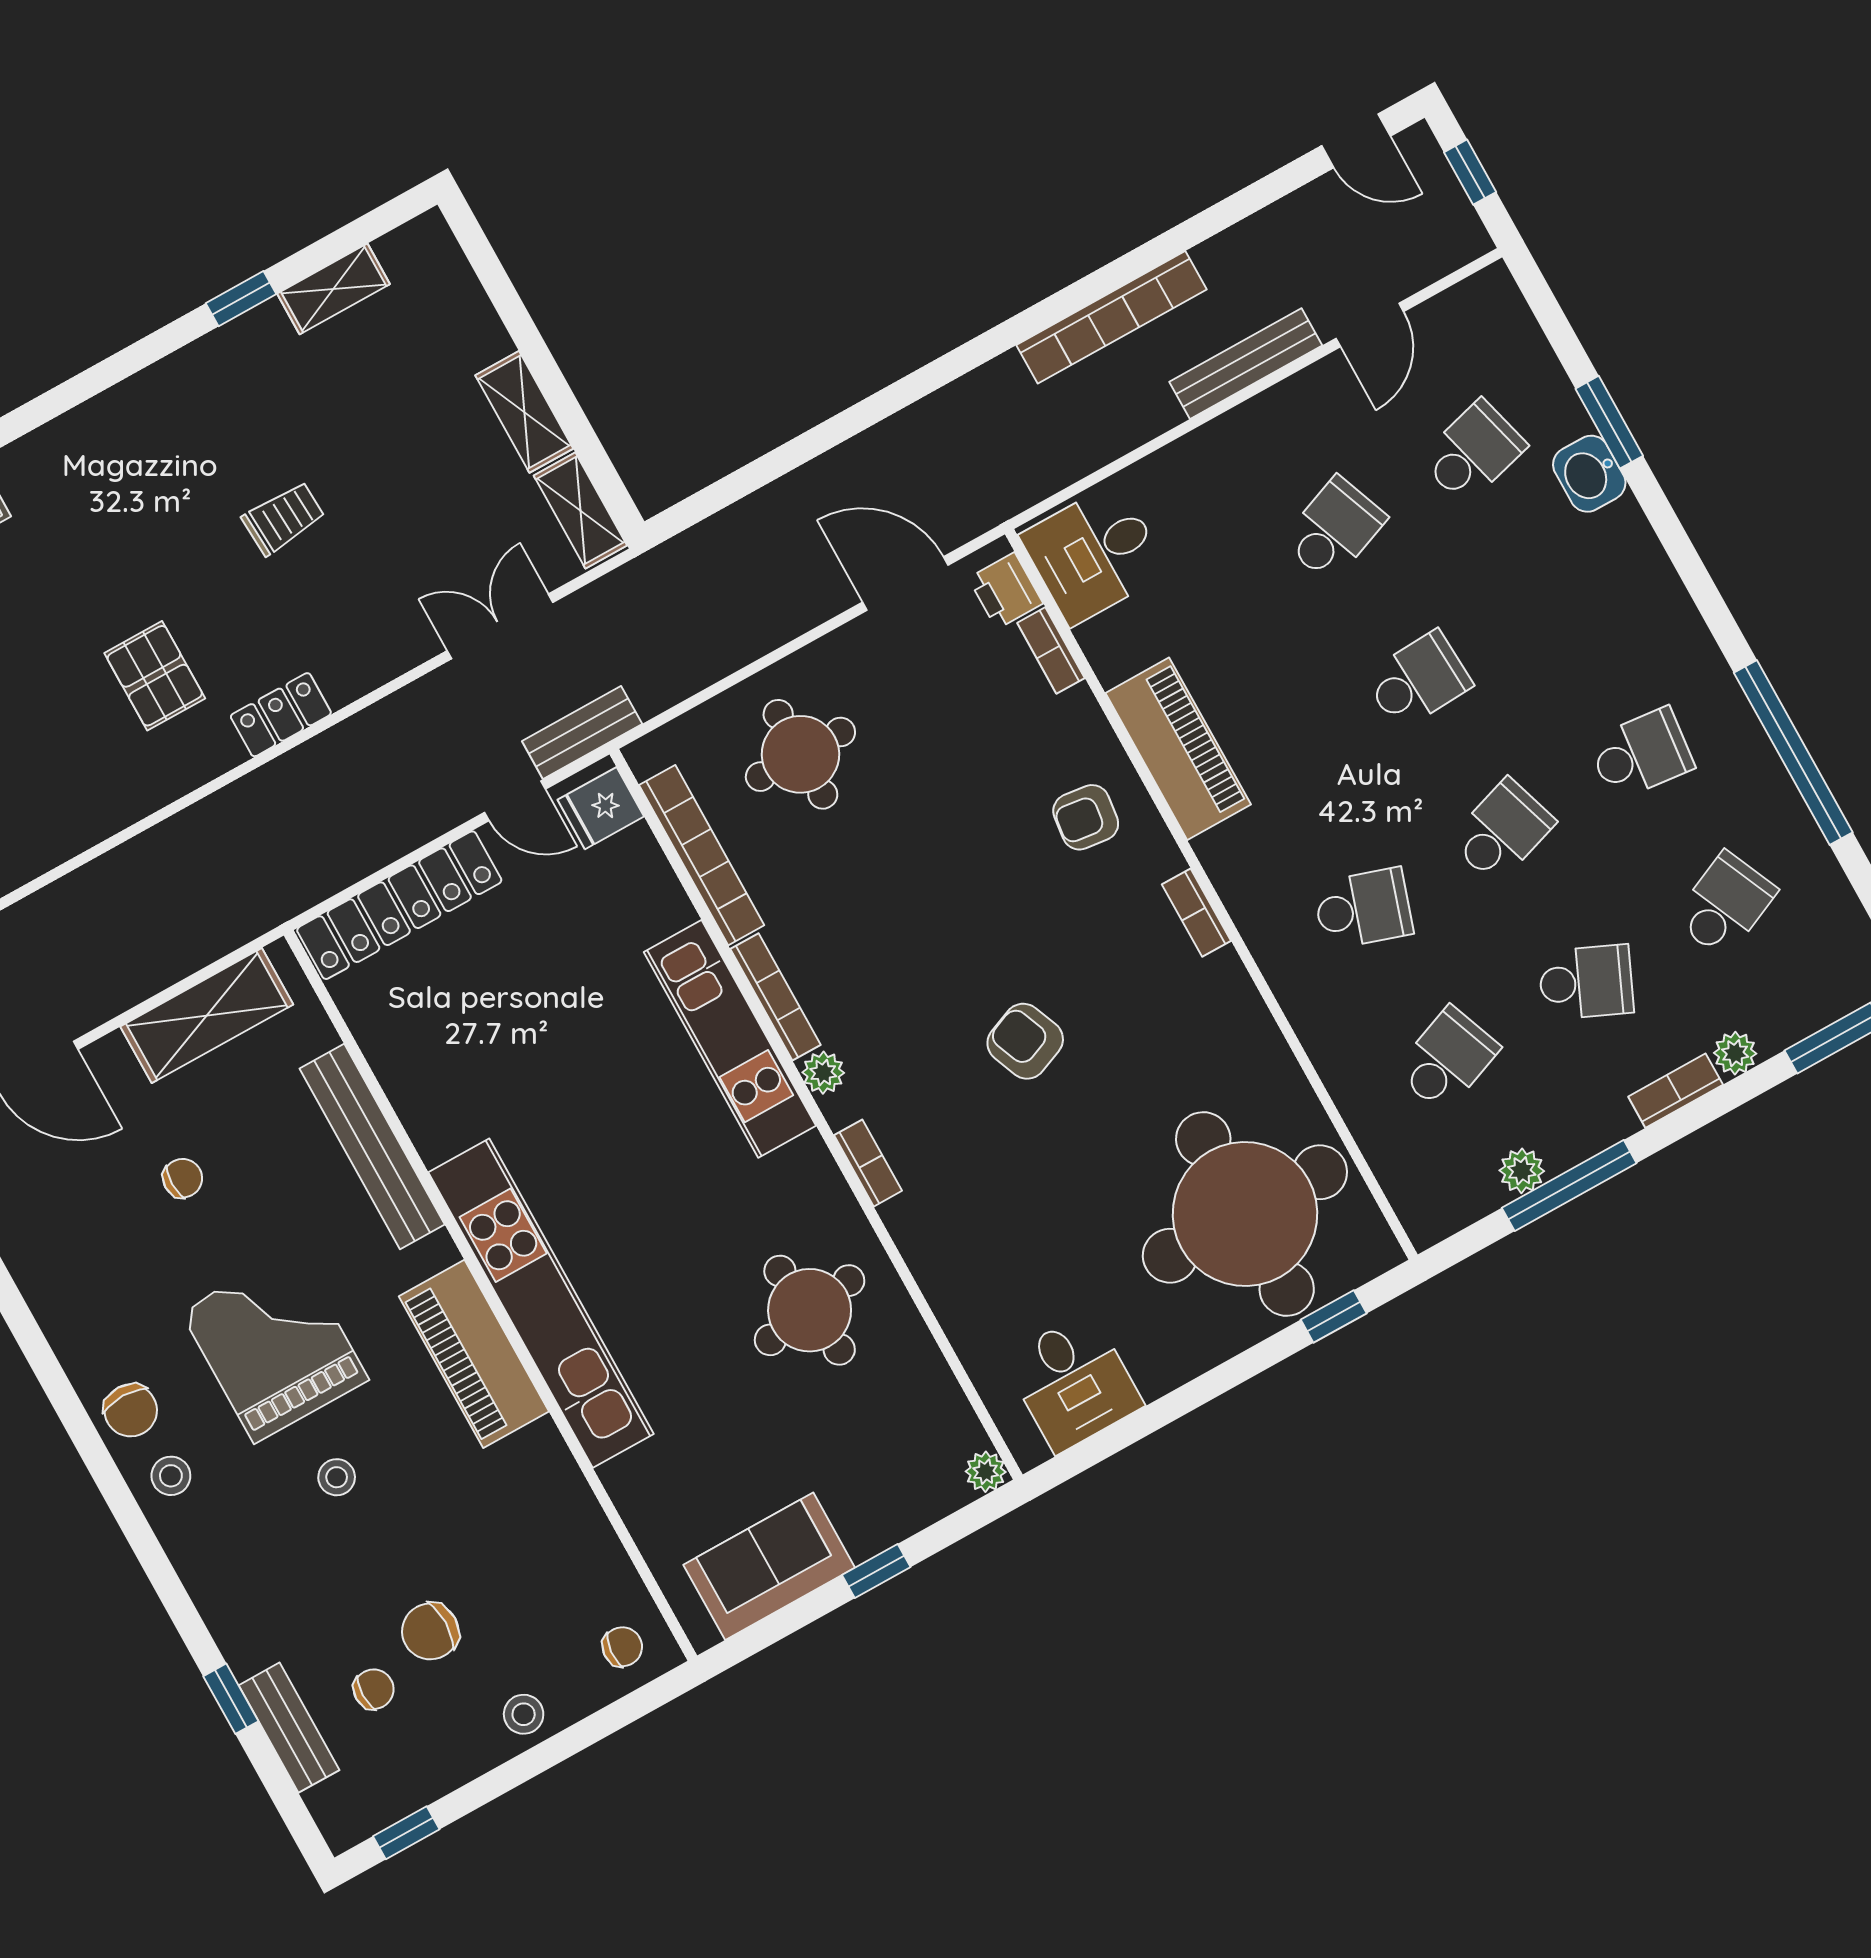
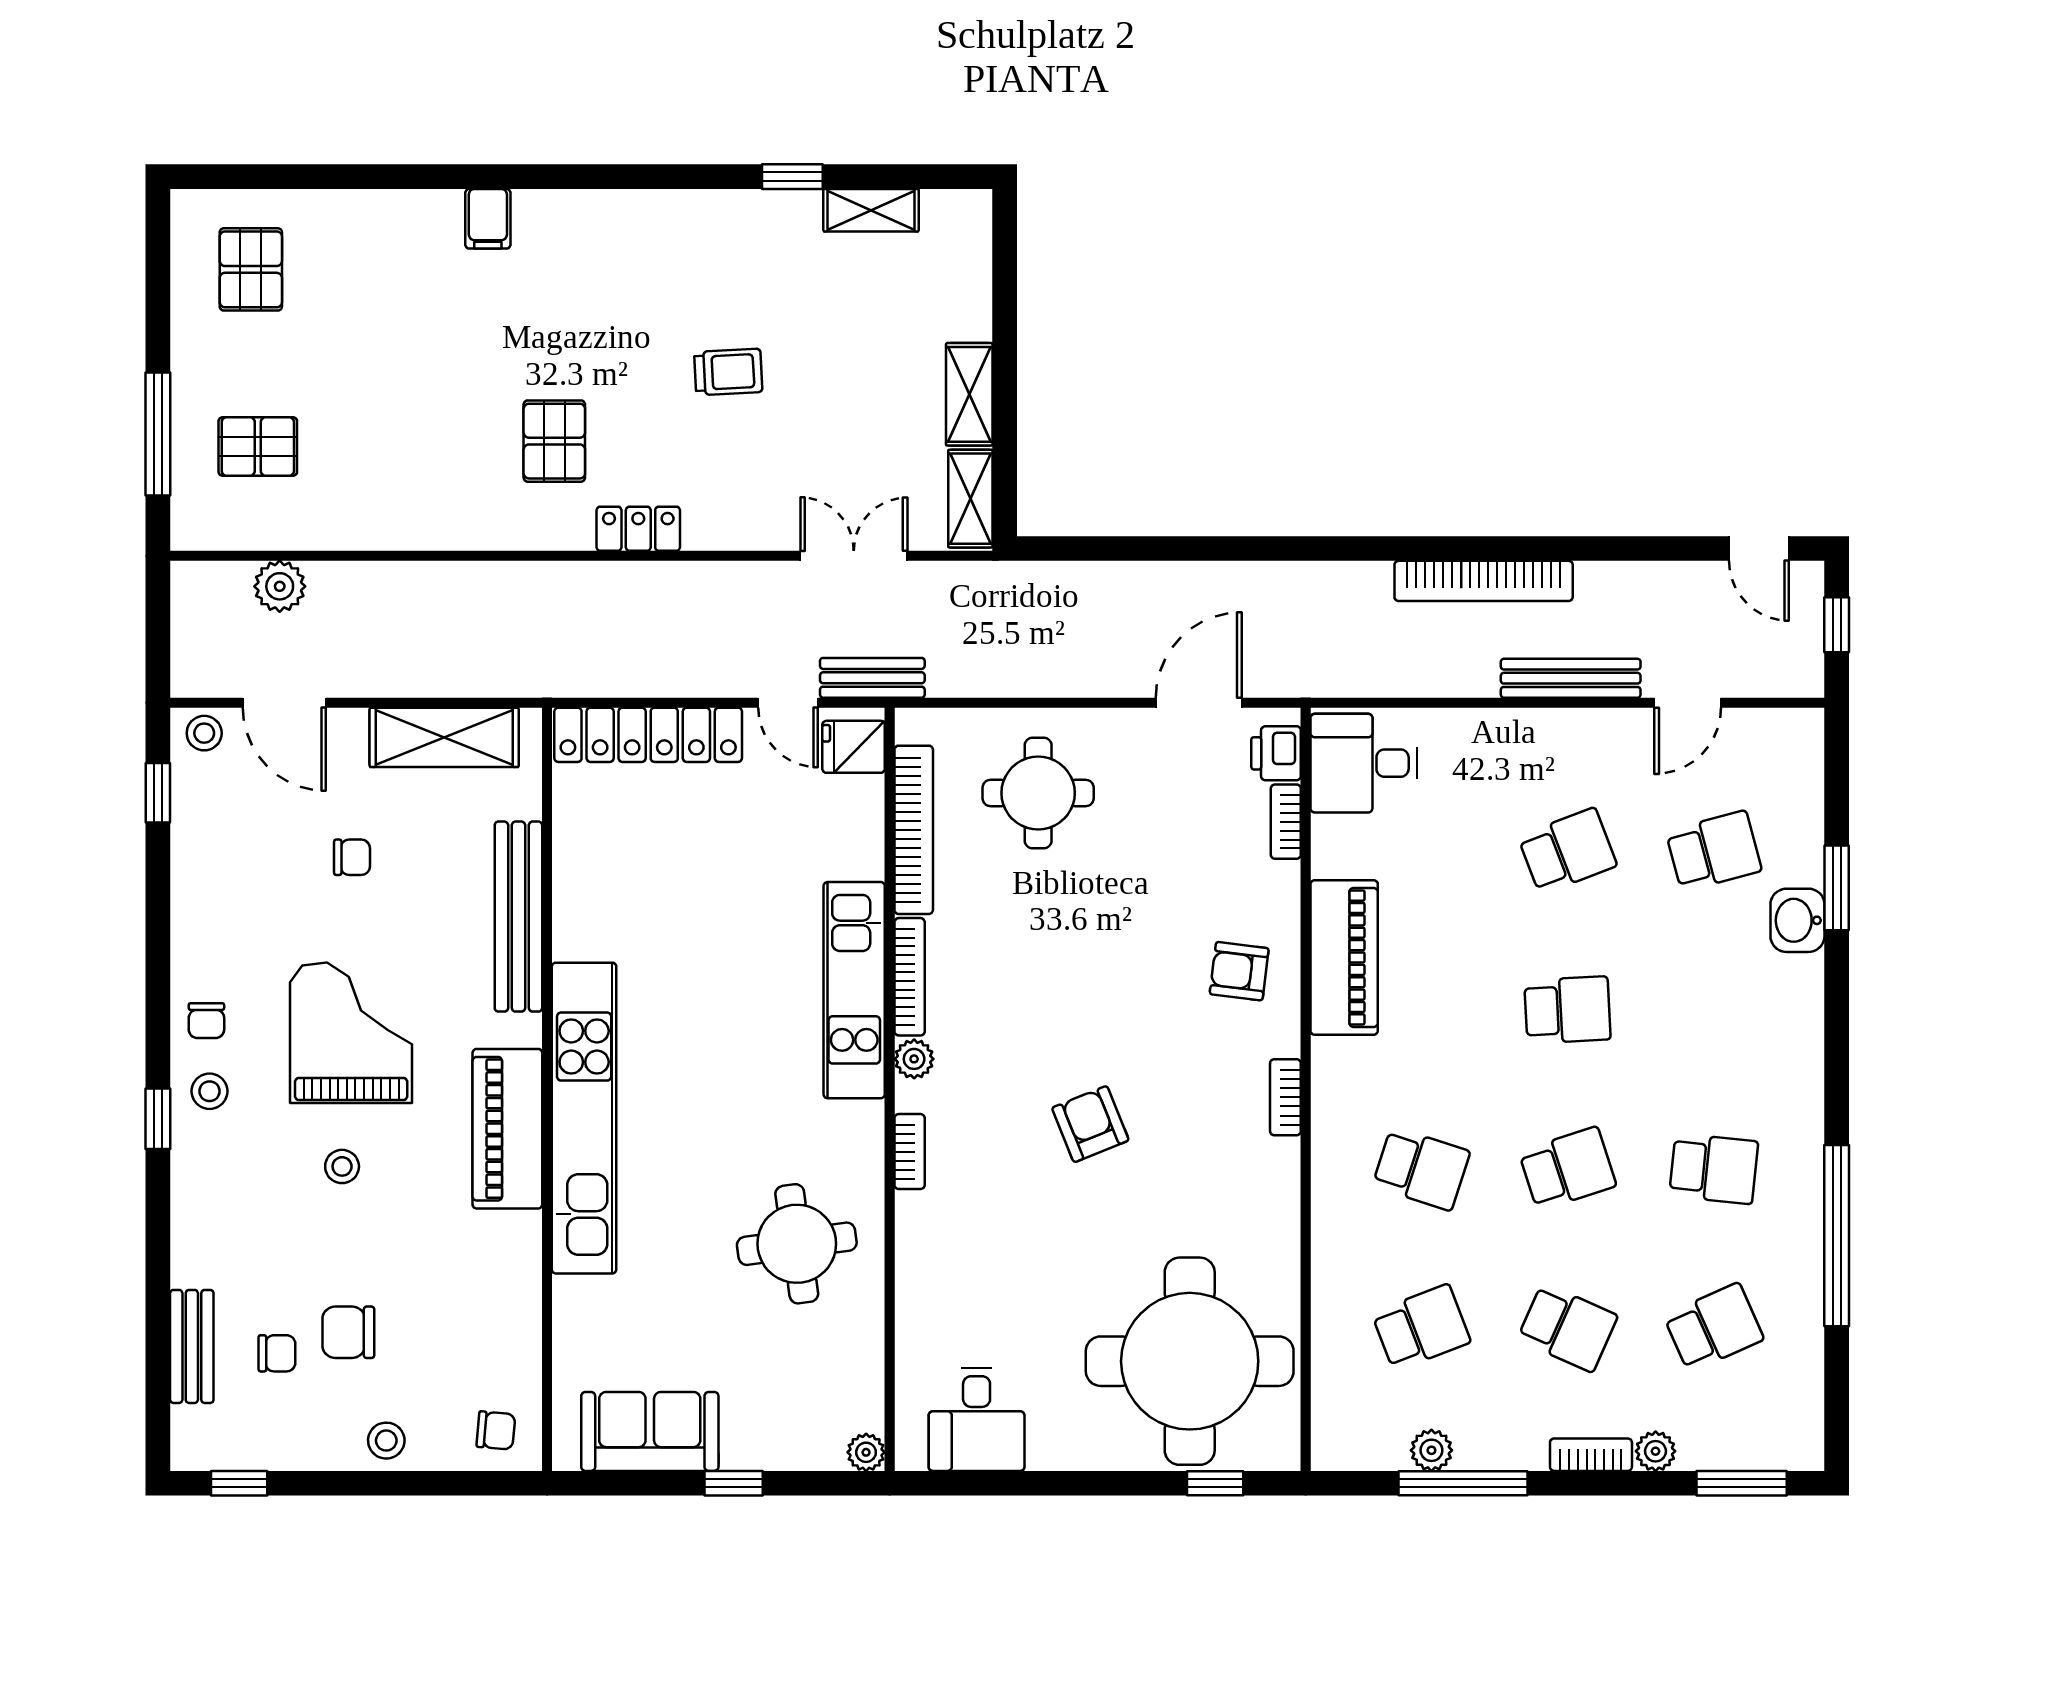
door: (905, 584) -> (1199, 703), hinge flipped
chair: (131, 1410) -> (206, 1021), width x0.73, depth x0.73
window: (231, 1699) -> (158, 1119), moved

